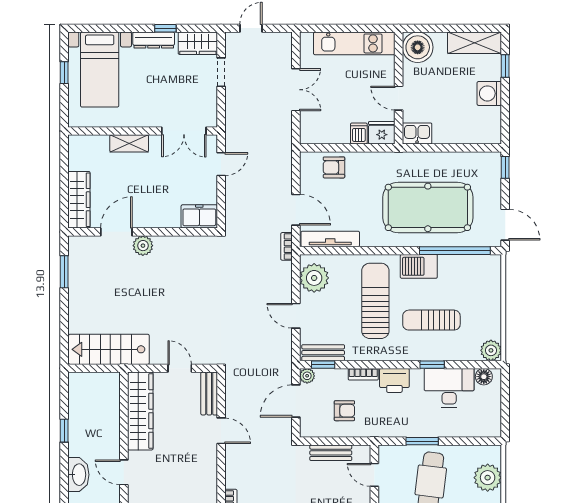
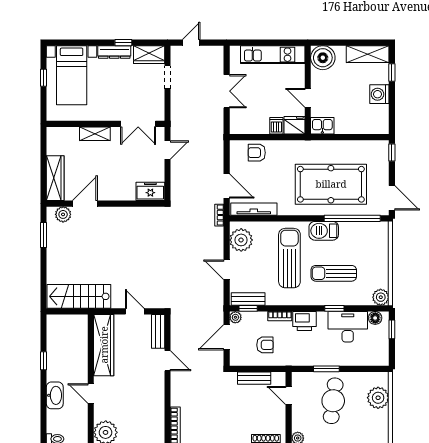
plant: (143, 246) -> (63, 214), moved
window: (505, 391) -> (392, 329), added

